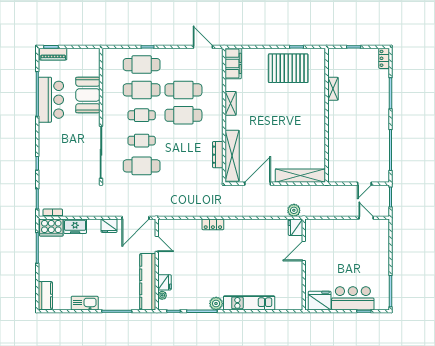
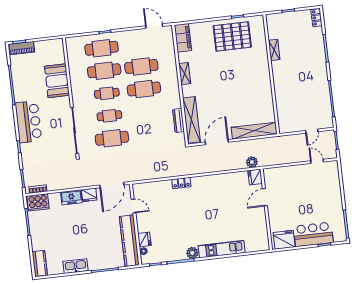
bar counter: (51, 100) -> (28, 122), moved
freezer: (75, 226) -> (71, 197), moved

